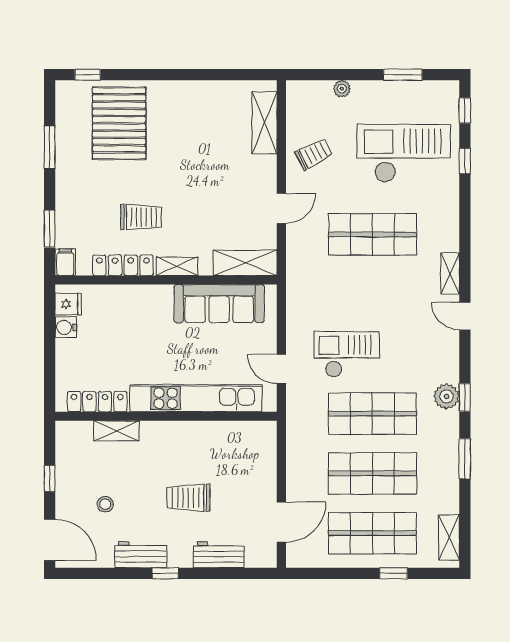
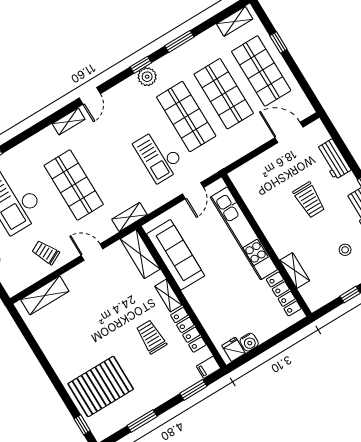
shelving: (296, 277) -> (129, 217), added

